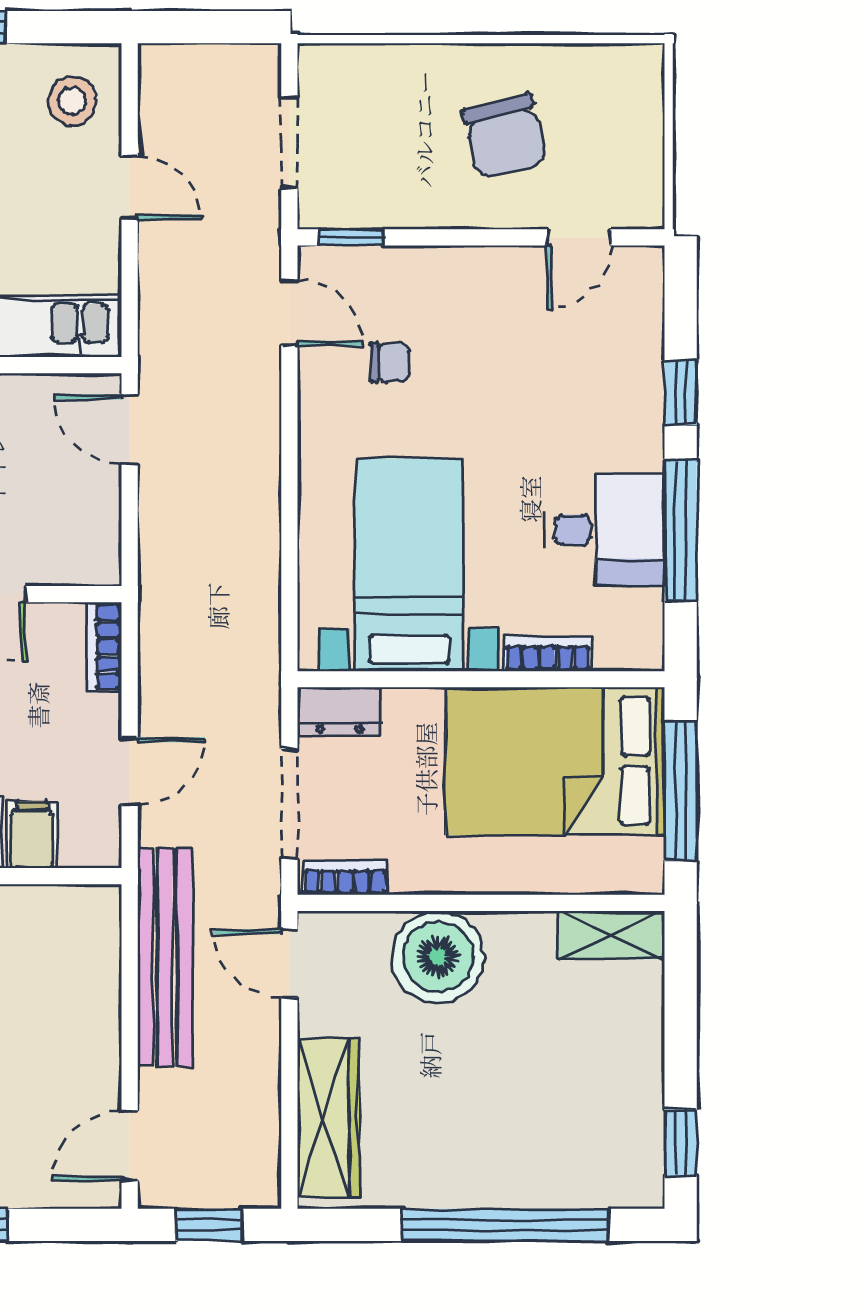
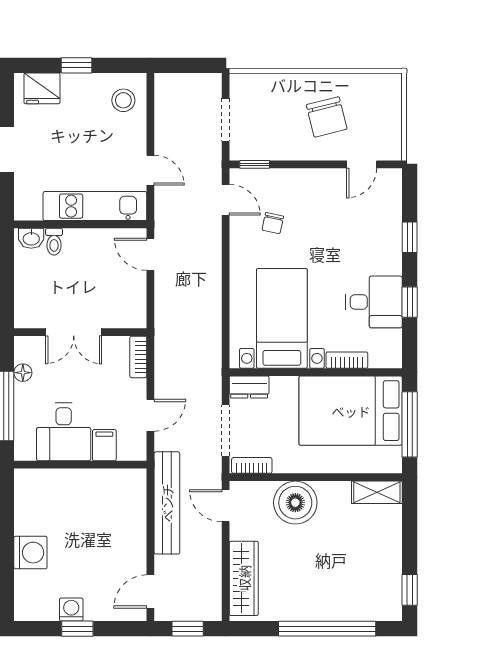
door: (130, 188) -> (150, 170), moved
chair: (390, 363) -> (273, 223), turned 102
window: (681, 530) -> (410, 302), width x0.46

